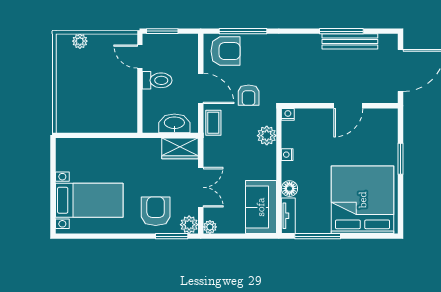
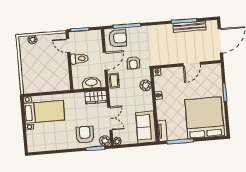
door: (201, 88) -> (105, 61), hinge flipped
floor lamp: (289, 189) -> (162, 115), removed
bed with nightstands: (89, 200) -> (44, 112), moved

